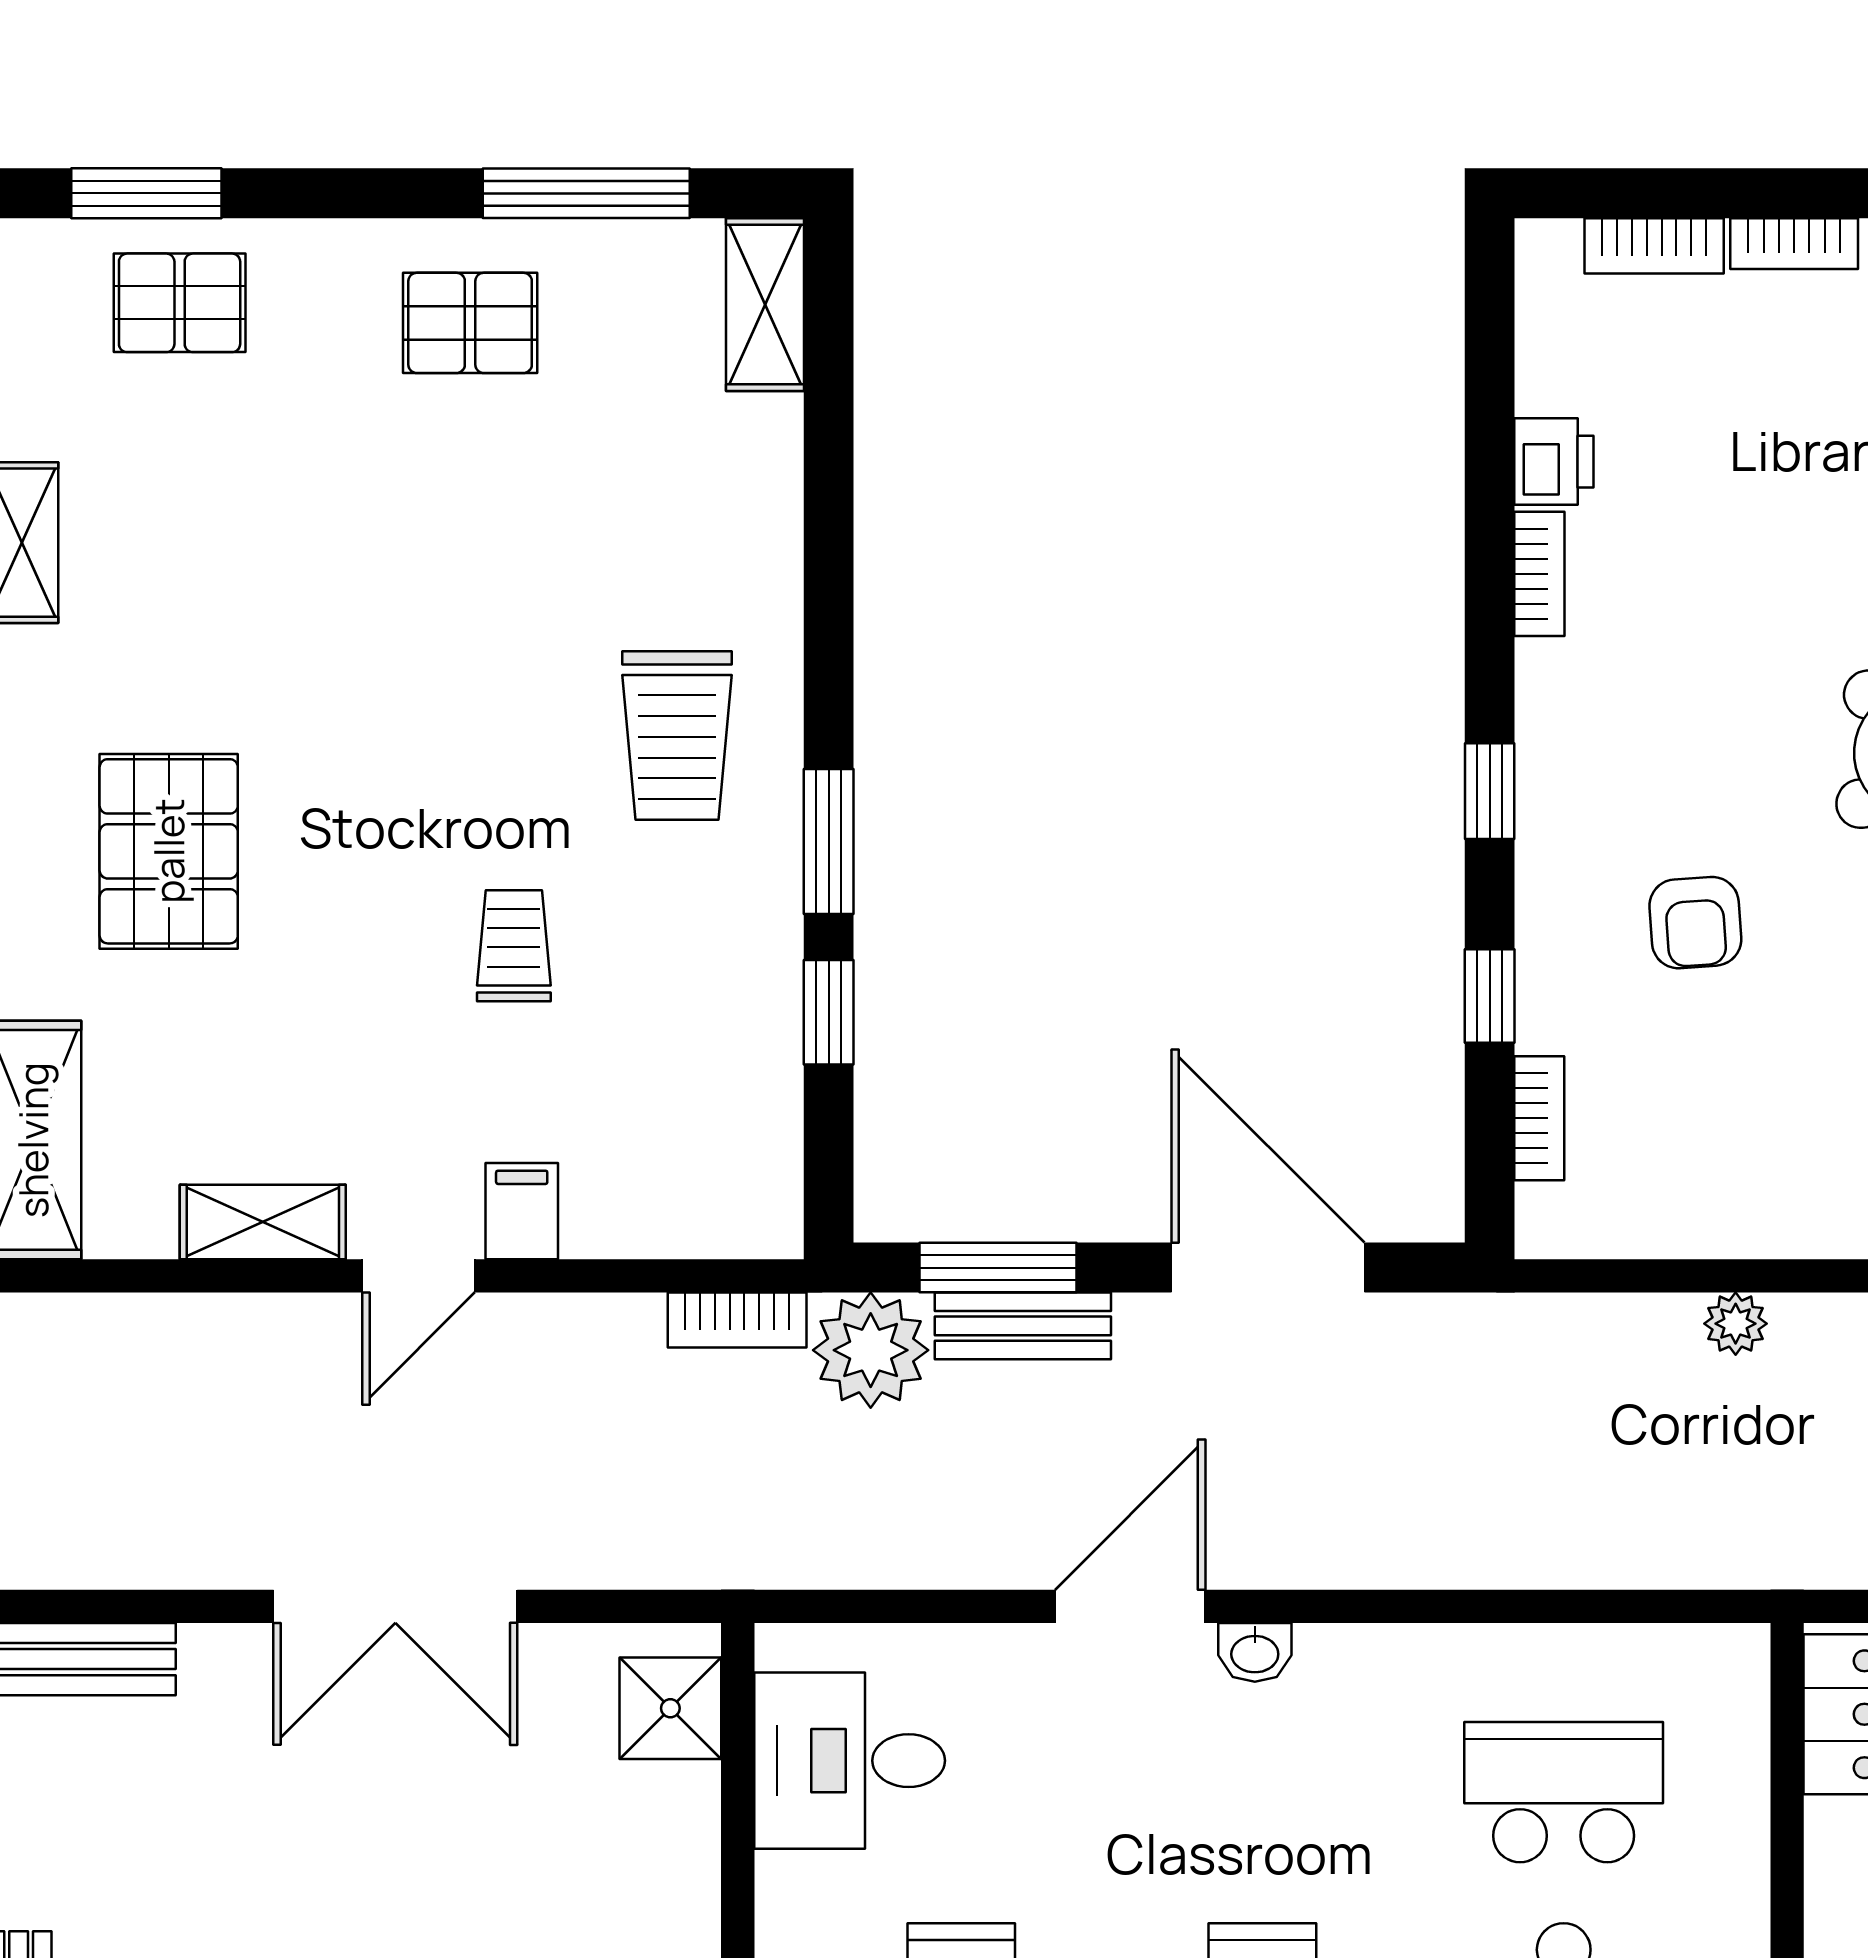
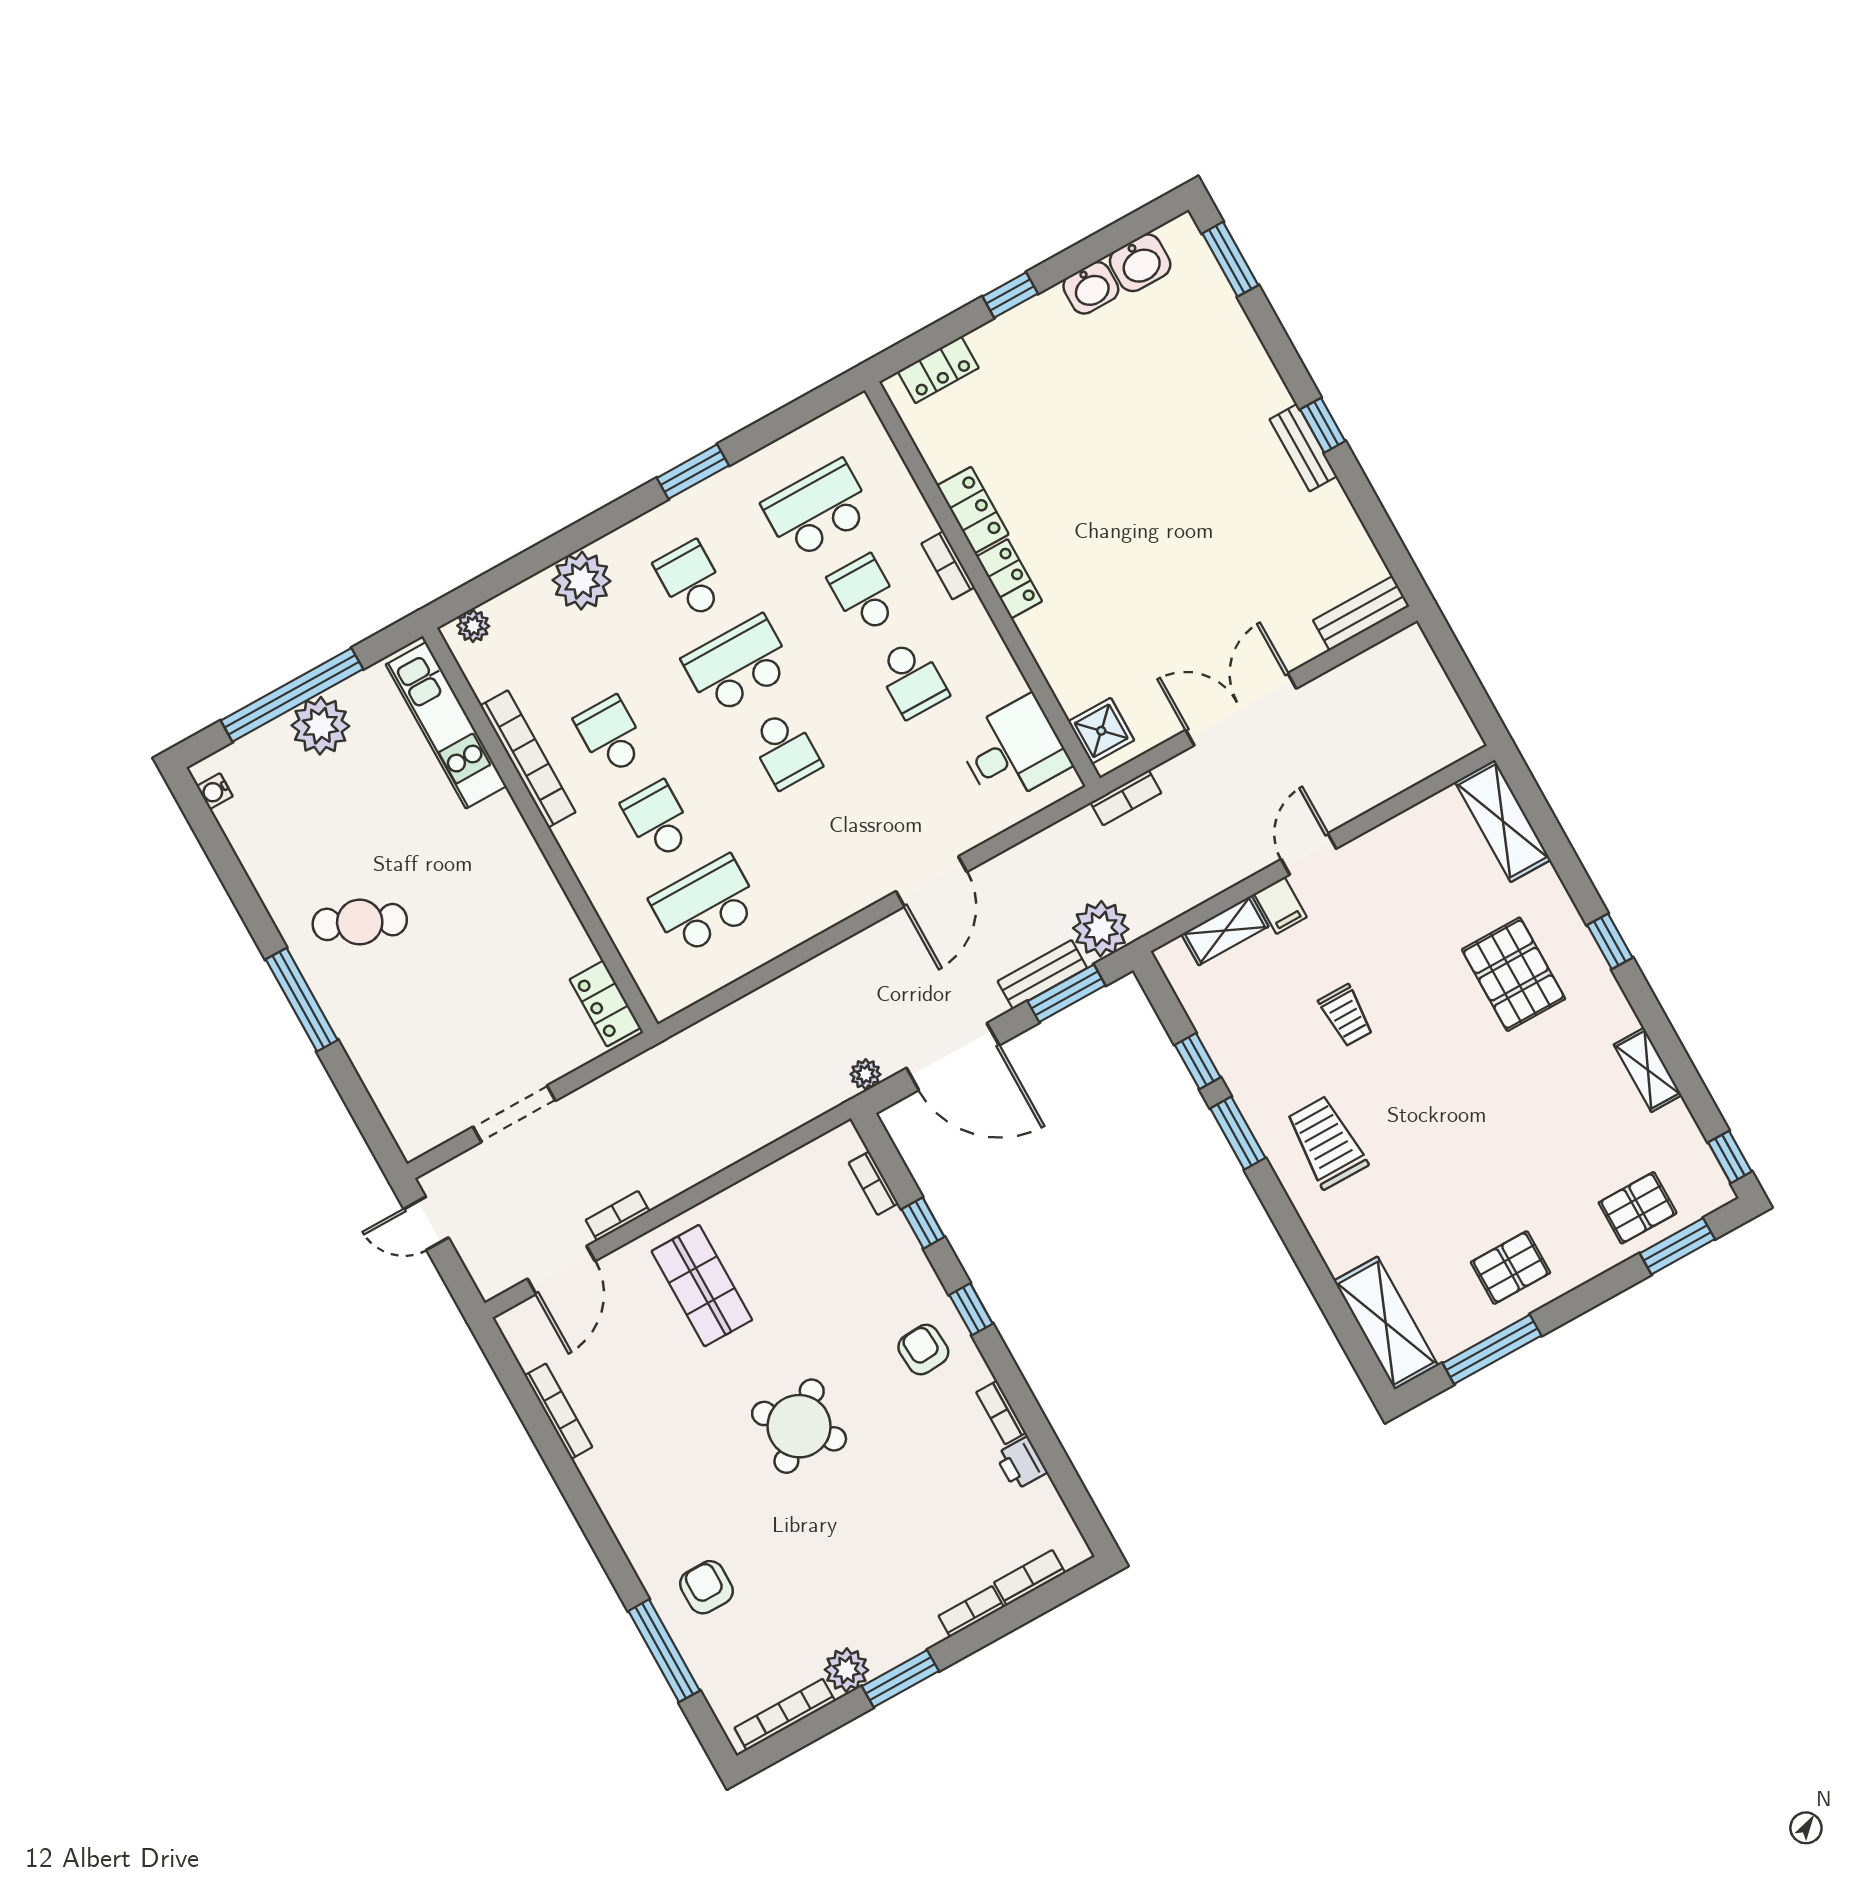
shelving: (765, 305) -> (1386, 1323), width x1.50, depth x1.33
armchair: (1695, 923) -> (923, 1350), moved
shelving: (263, 1222) -> (1225, 930), moved
bookcase: (737, 1320) -> (1126, 798), moved, turned 180
plant: (1736, 1324) -> (866, 1074), moved
washbasin: (1255, 1652) -> (868, 891), removed
school desk: (1564, 1792) -> (705, 905), turned 180

